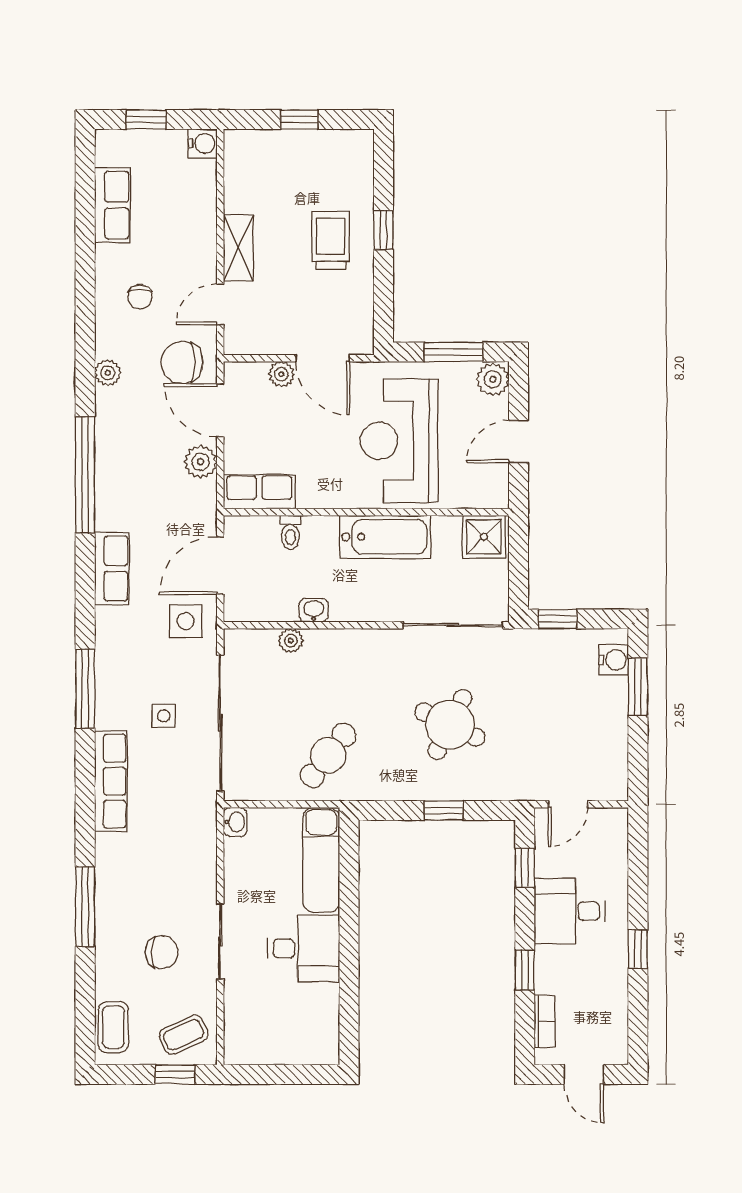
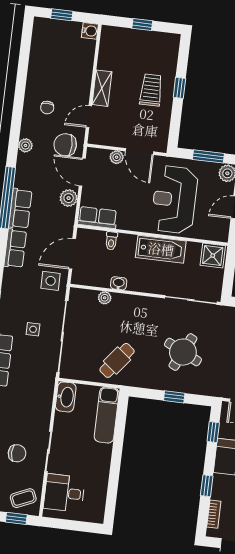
row of seats: (112, 205) -> (20, 209), moved
washbasin: (235, 822) -> (66, 397), width x1.91, depth x1.45
desk: (303, 948) -> (64, 493), moved, turned 180

